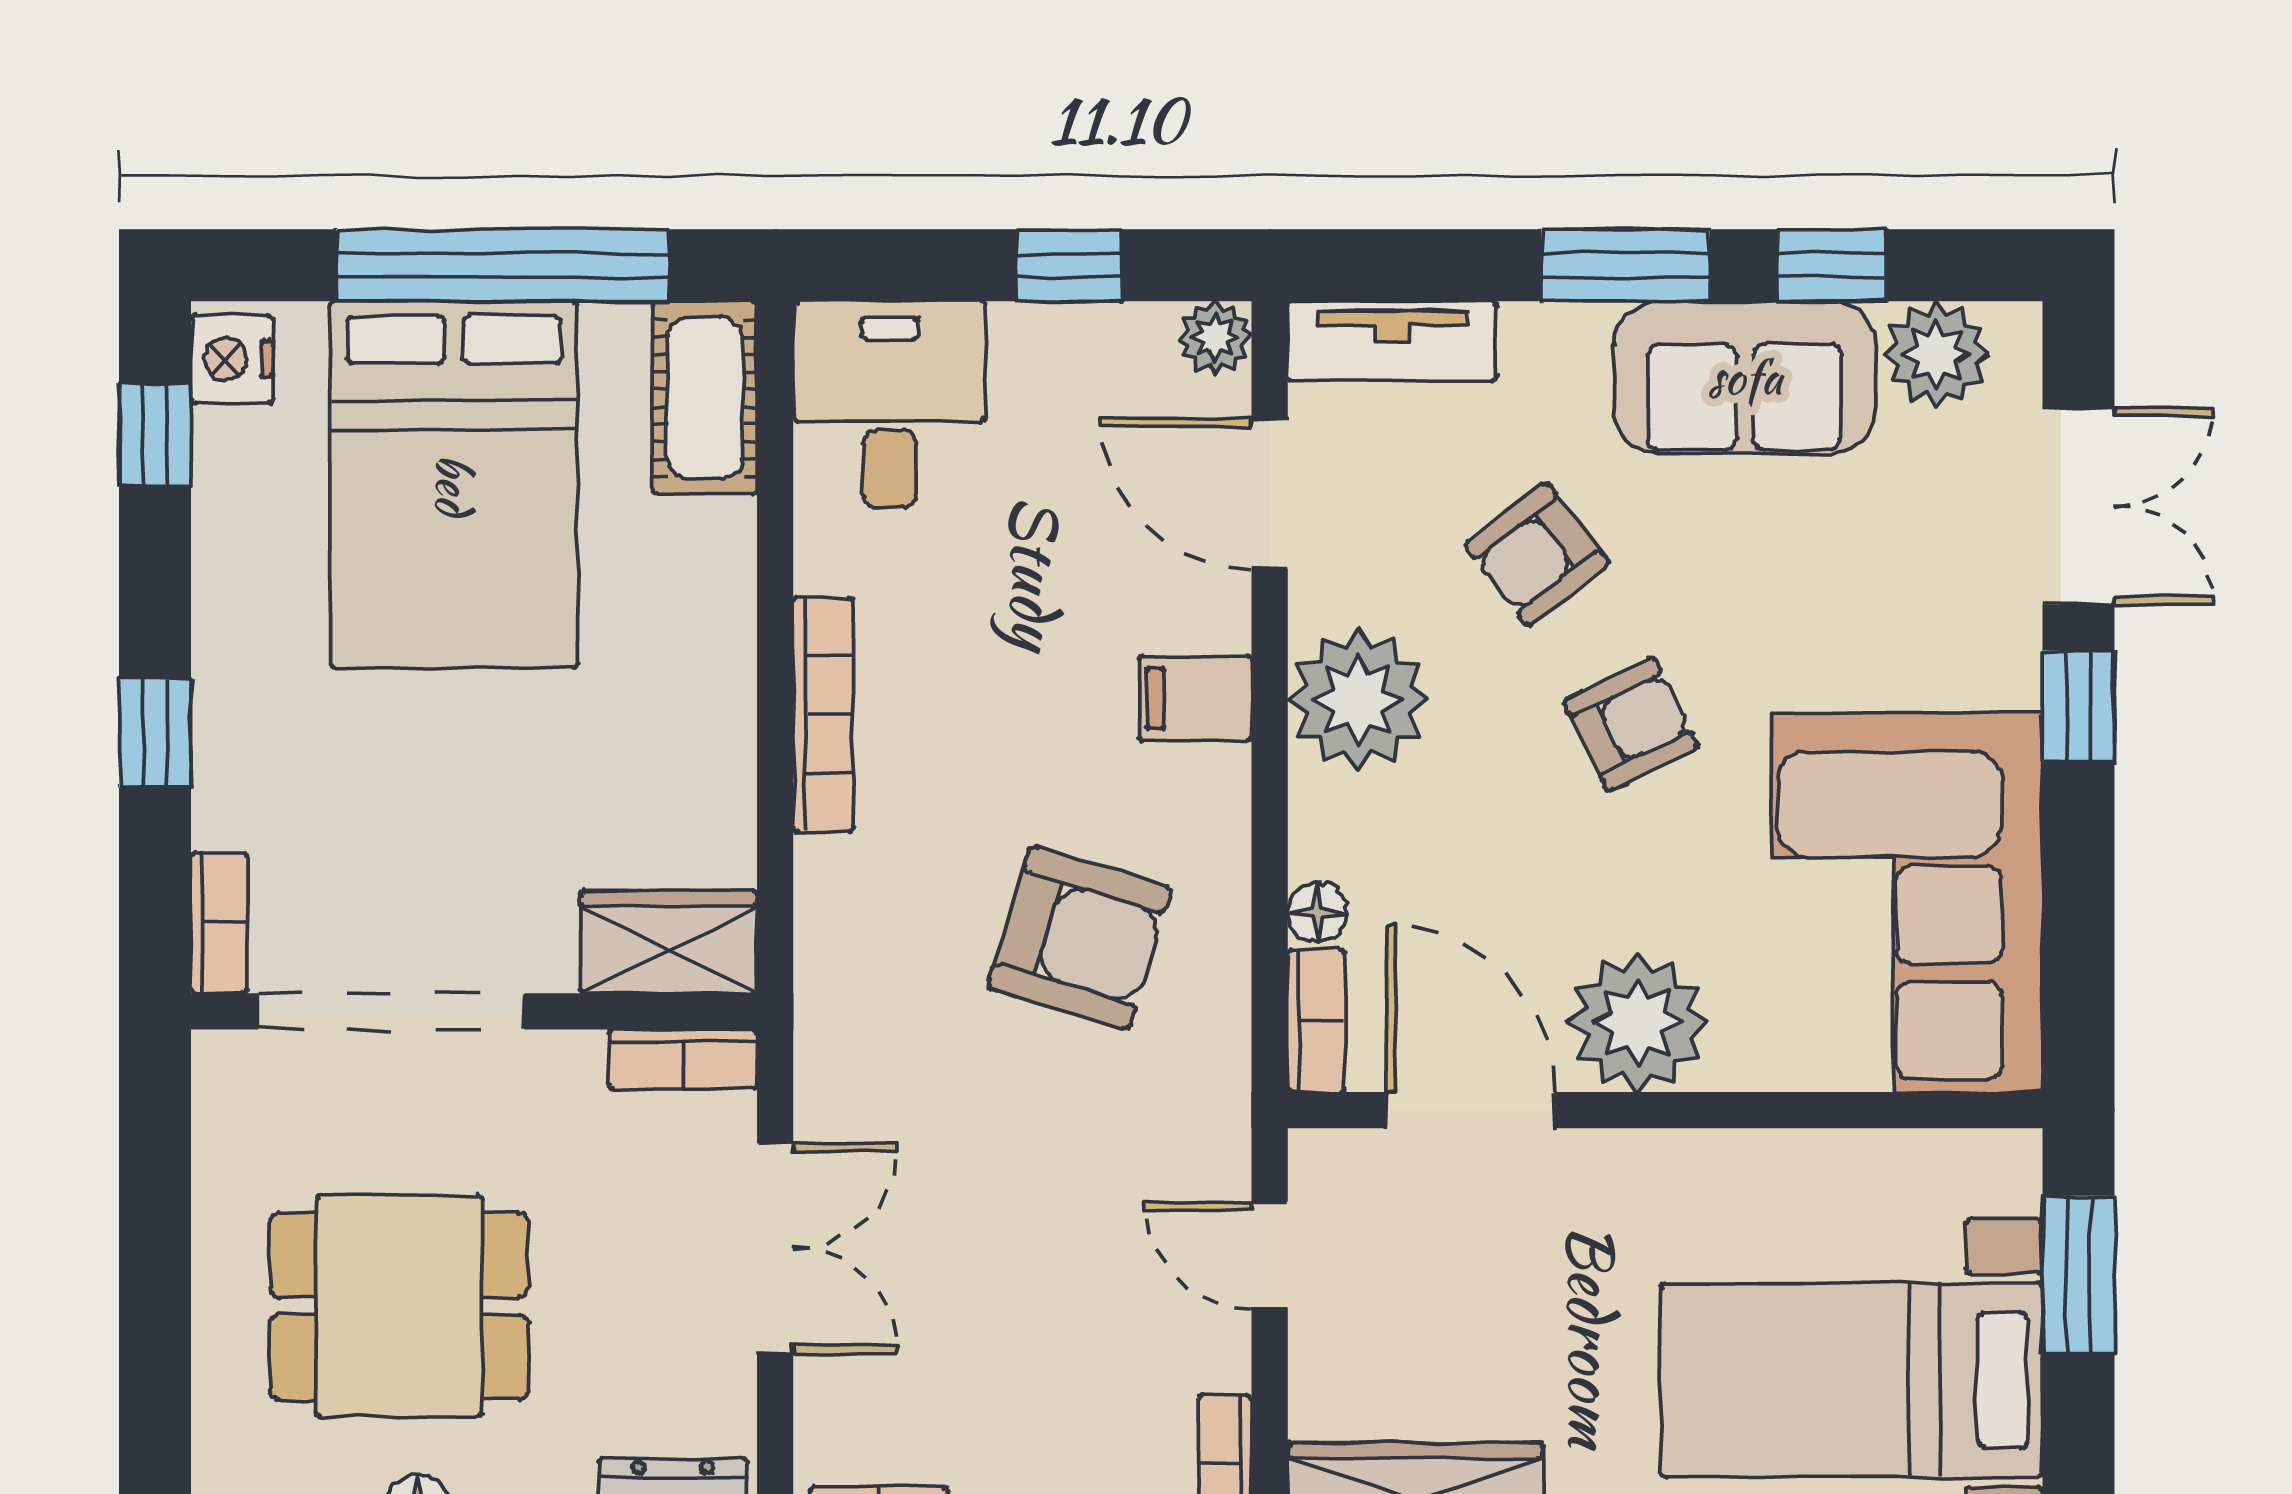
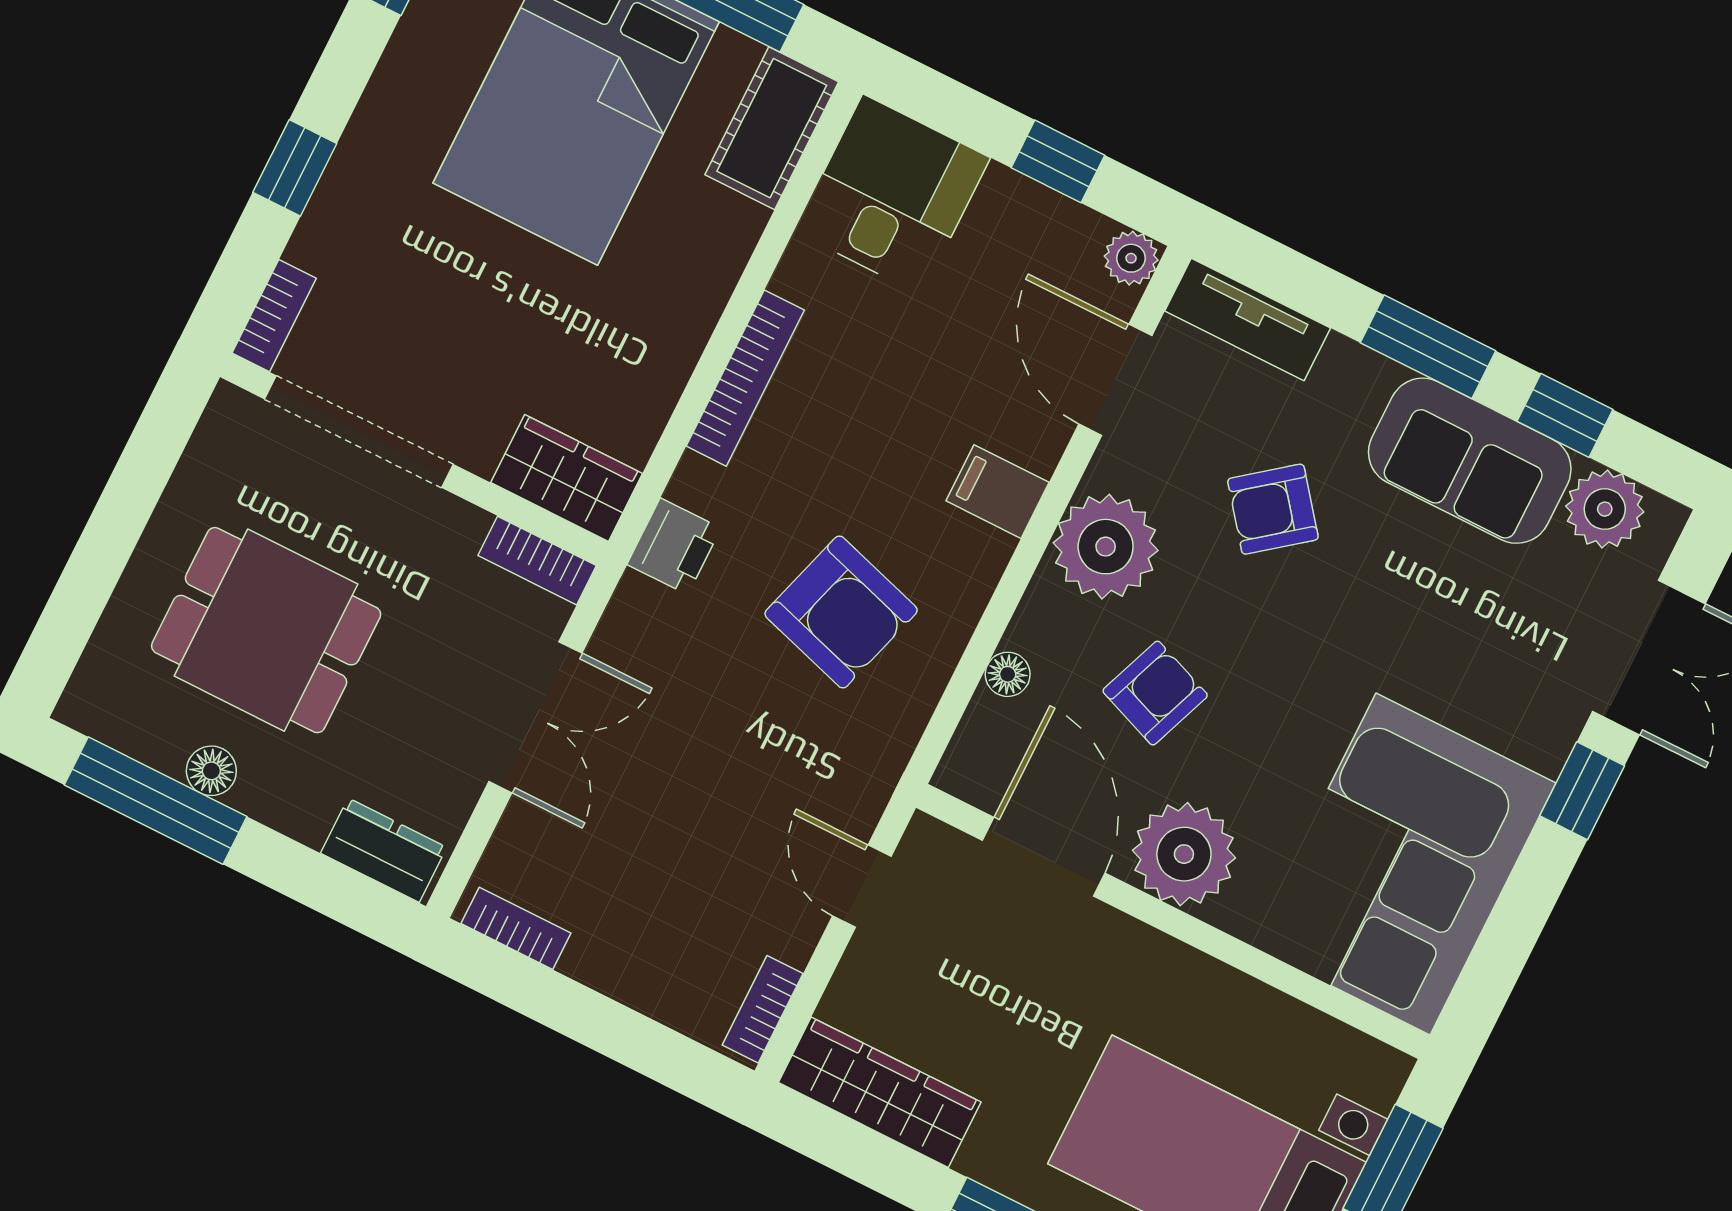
armchair: (1631, 724) -> (1155, 693), moved, turned -43
printer: (839, 960) -> (674, 546), added
bookcase: (1316, 1021) -> (971, 746), removed

